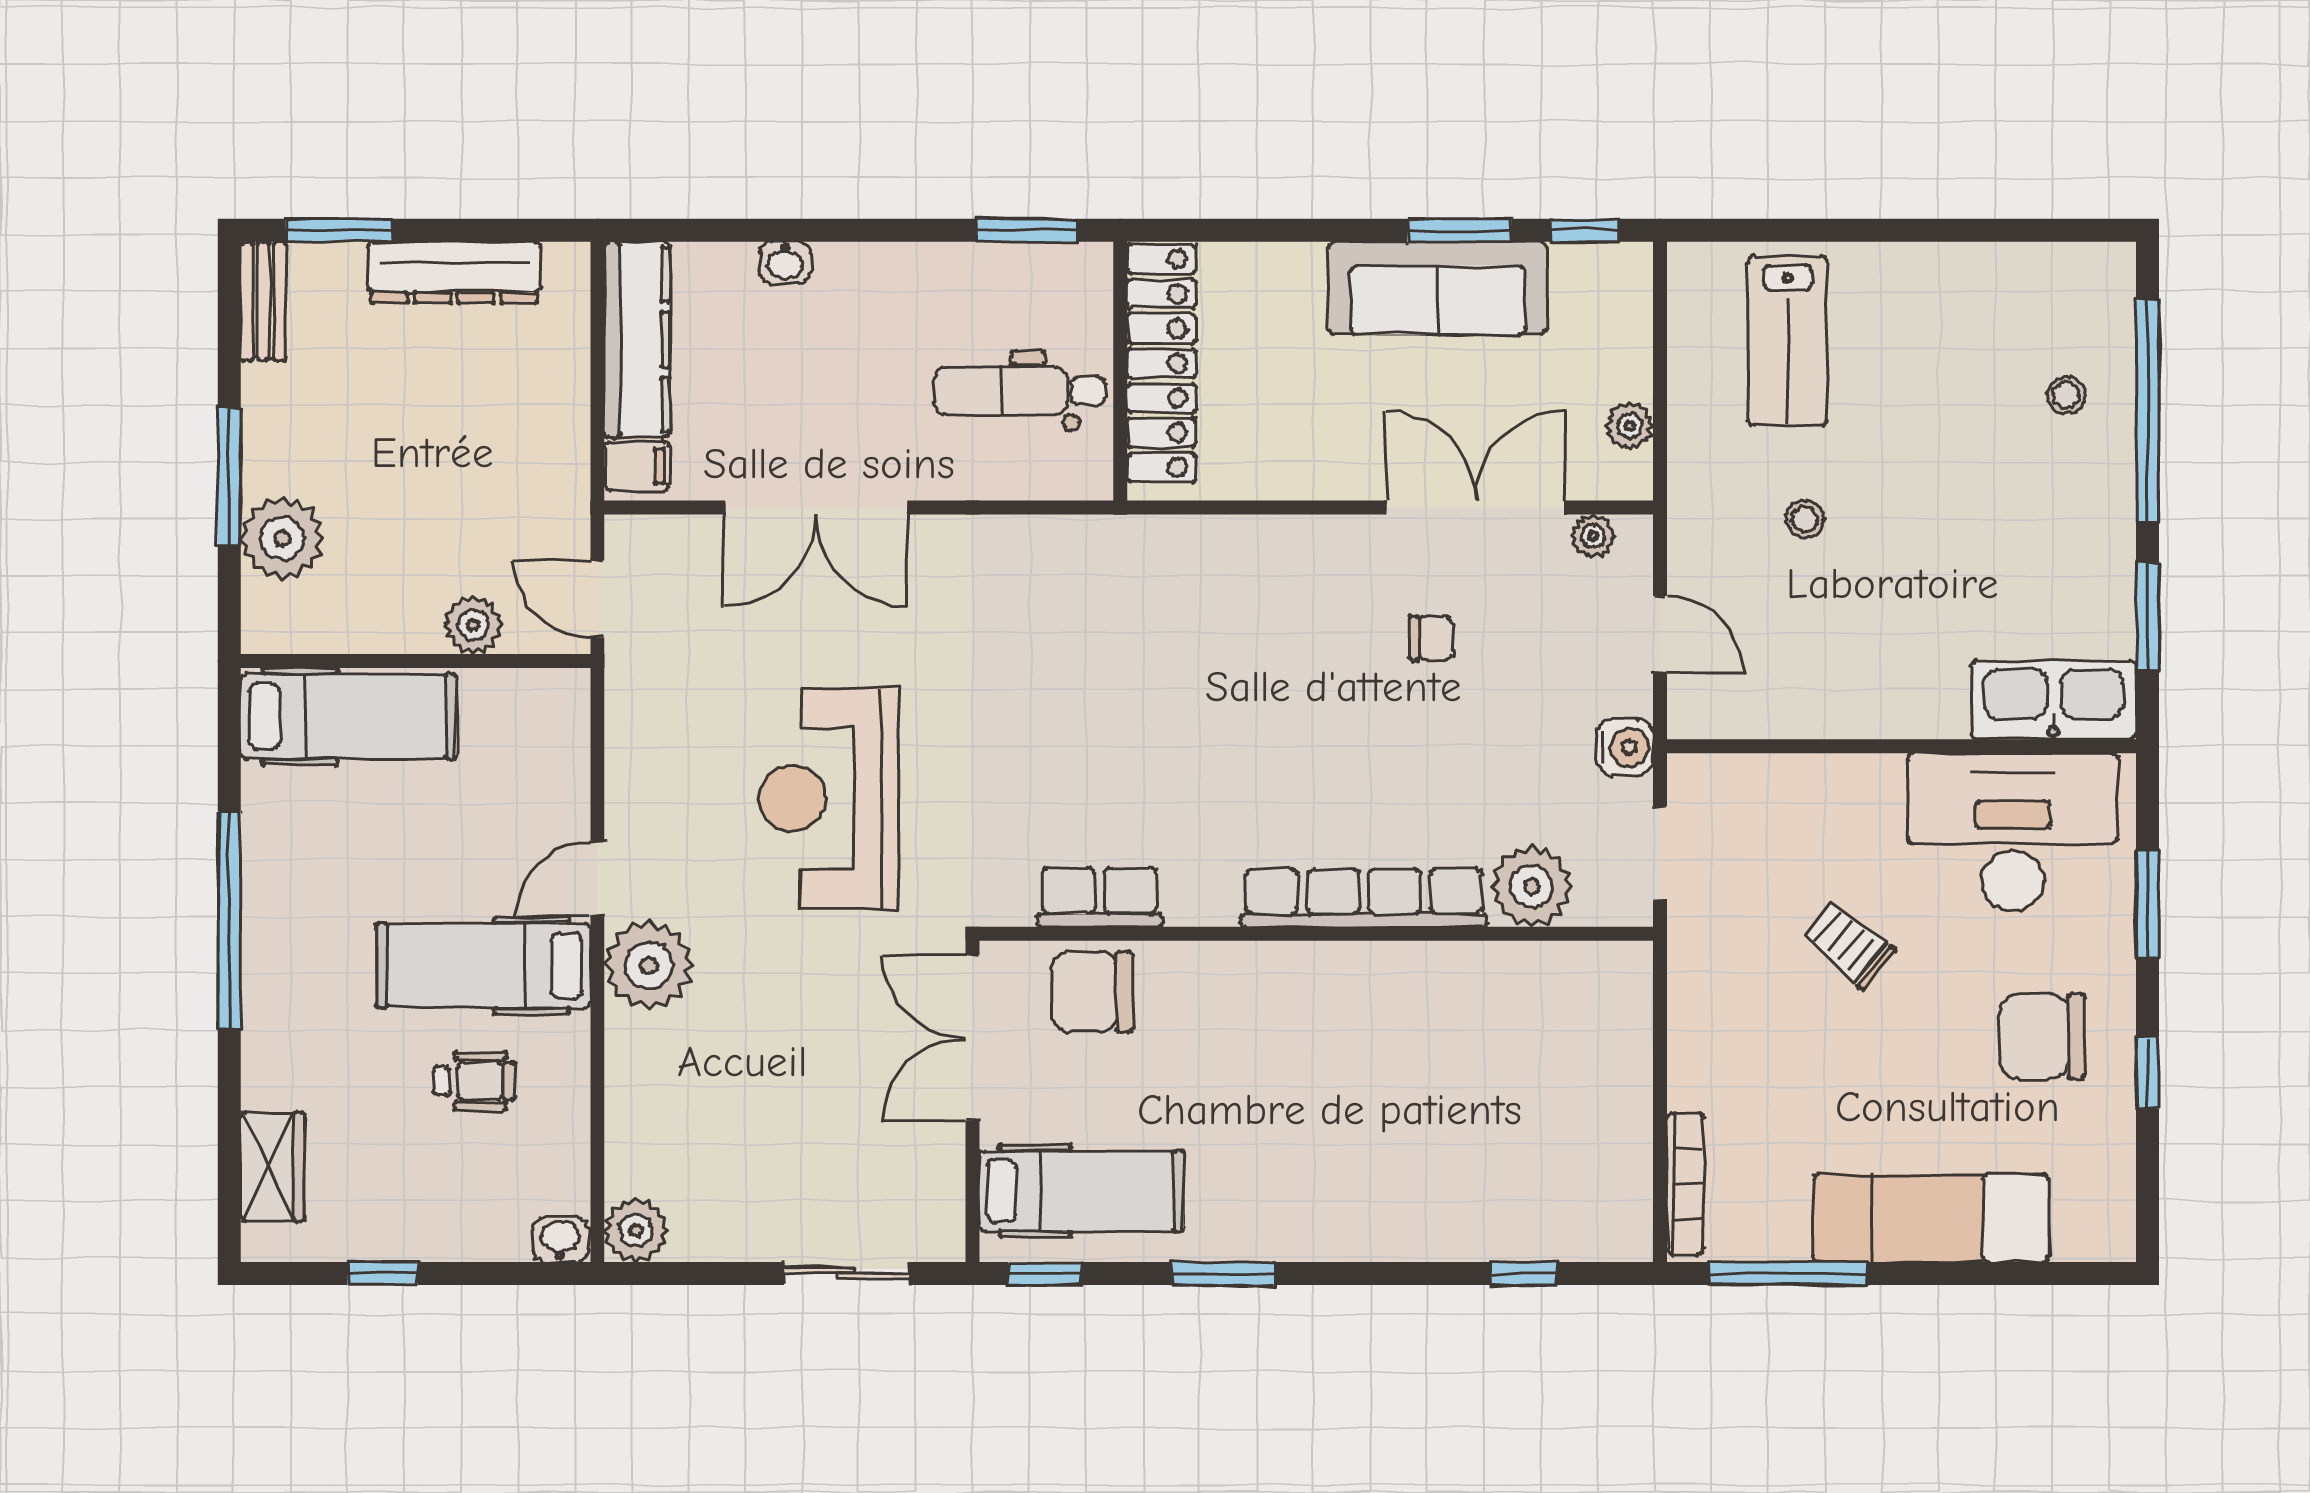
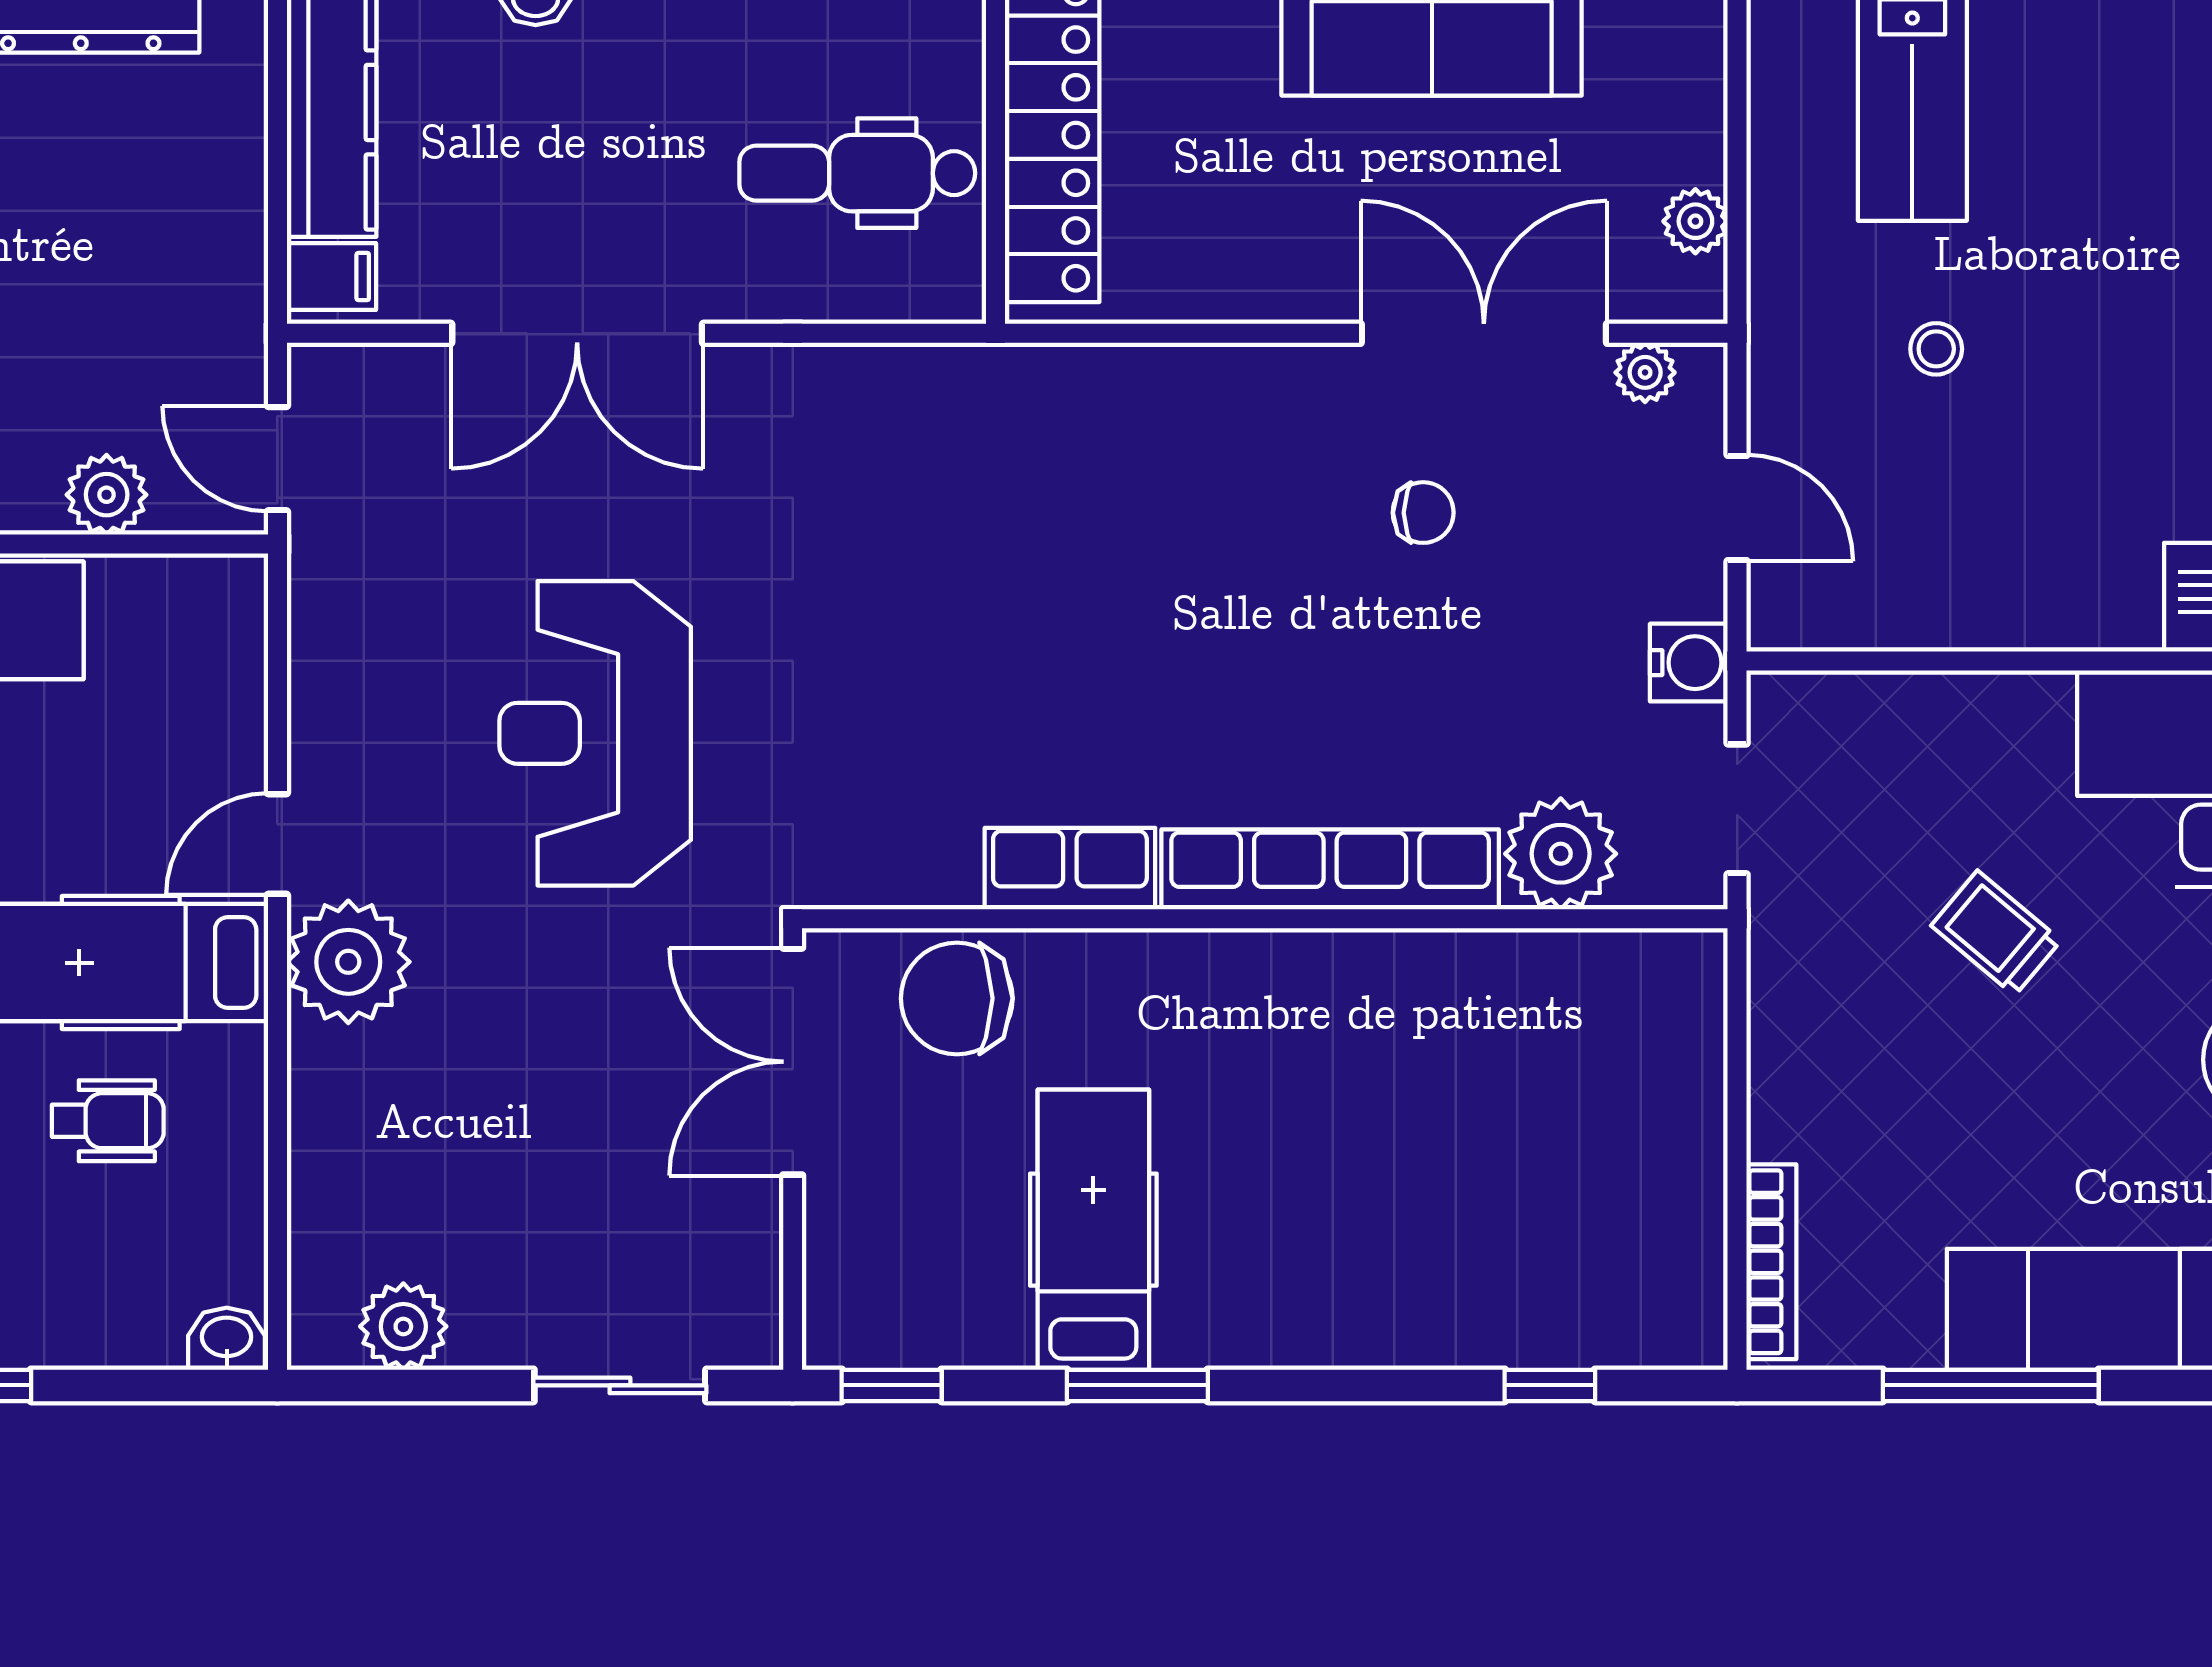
row of seats: (1100, 897) -> (1070, 869), moved
hospital bed: (1081, 1191) -> (1093, 1230), moved, turned -90
plant: (636, 1231) -> (403, 1326), moved
window: (1788, 1274) -> (1991, 1385), moved

